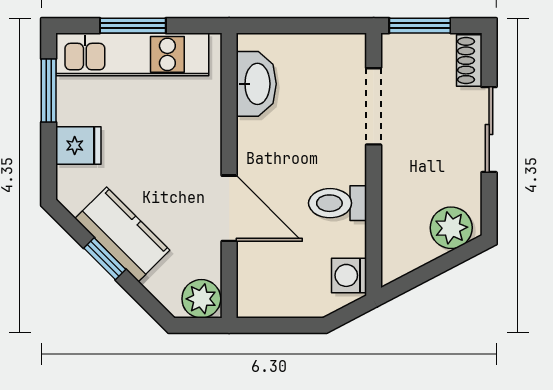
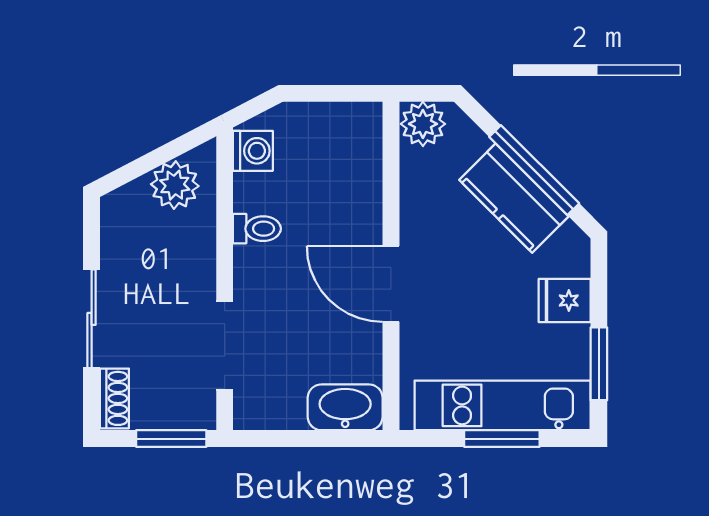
washbasin: (256, 84) -> (345, 407), moved, turned 90
toilet: (338, 203) -> (257, 229), width x0.73, depth x0.72
door: (229, 208) -> (391, 284), moved
plant: (451, 228) -> (175, 185), moved
window: (105, 259) -> (534, 170), width x2.17

